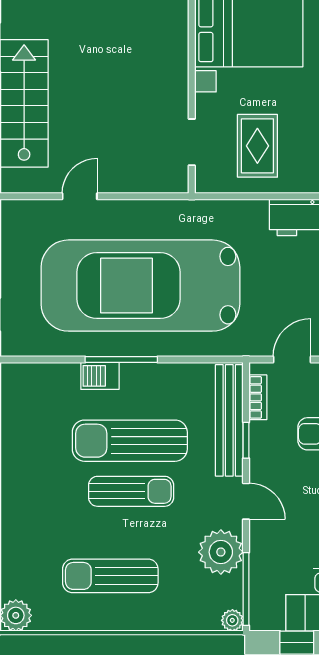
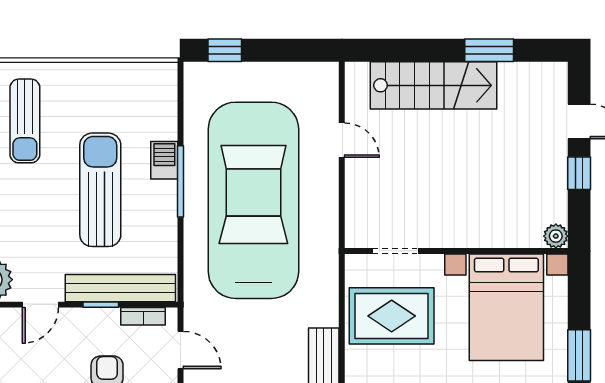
rug: (257, 146) -> (392, 316), width x1.36, depth x1.43
sun lounger: (131, 491) -> (25, 121), moved

